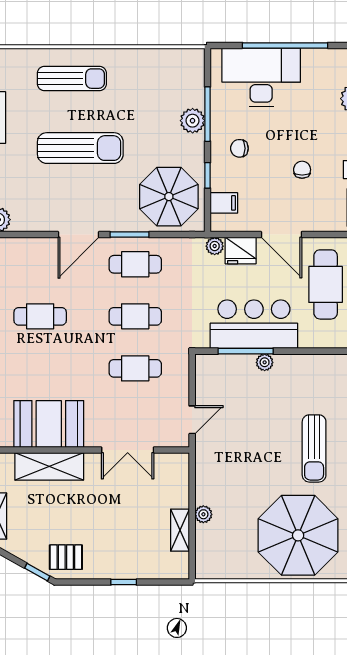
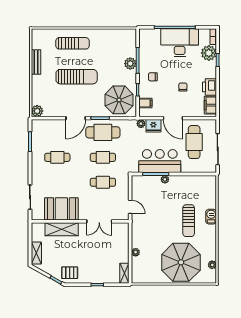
desk: (261, 77) -> (180, 43), moved
cafe table: (135, 264) -> (103, 132), width x1.37, depth x1.35
door: (192, 420) -> (130, 207), hinge flipped
shelving: (180, 530) -> (124, 273), moved

